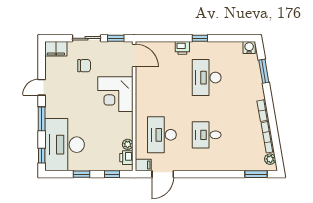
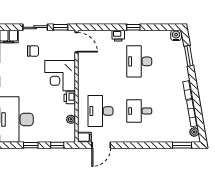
printer: (126, 158) -> (70, 98), moved

